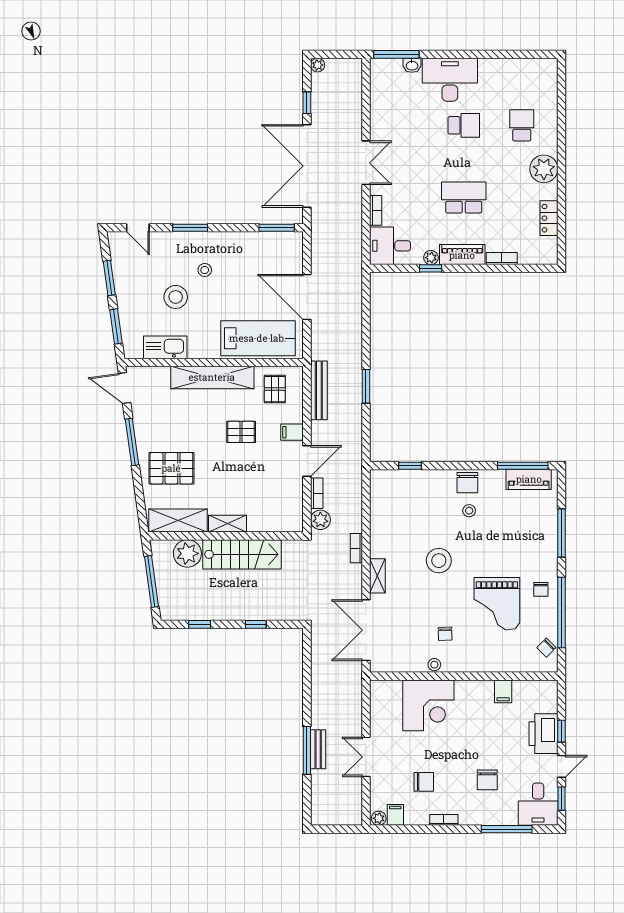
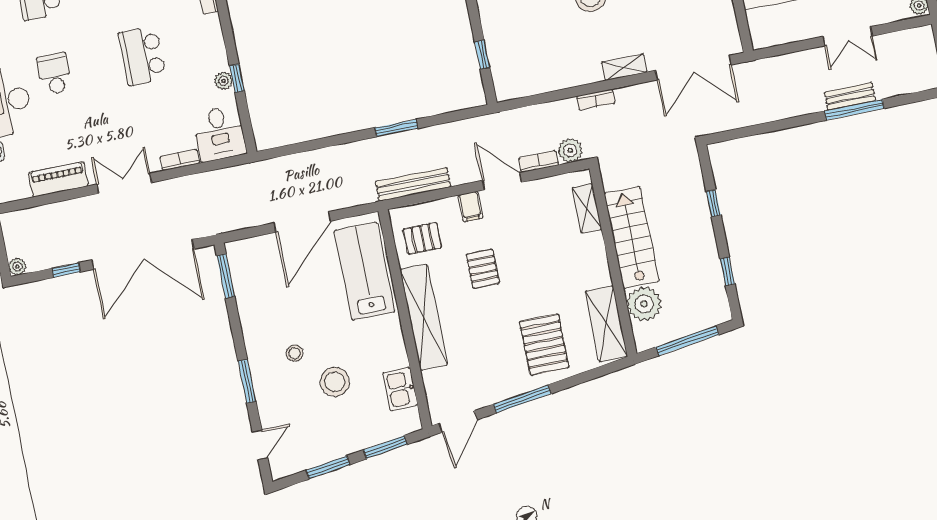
piano: (462, 255) -> (58, 179), moved, turned 90
kitchen sink: (165, 347) -> (400, 389), width x0.73
shelving: (228, 524) -> (587, 209), moved

